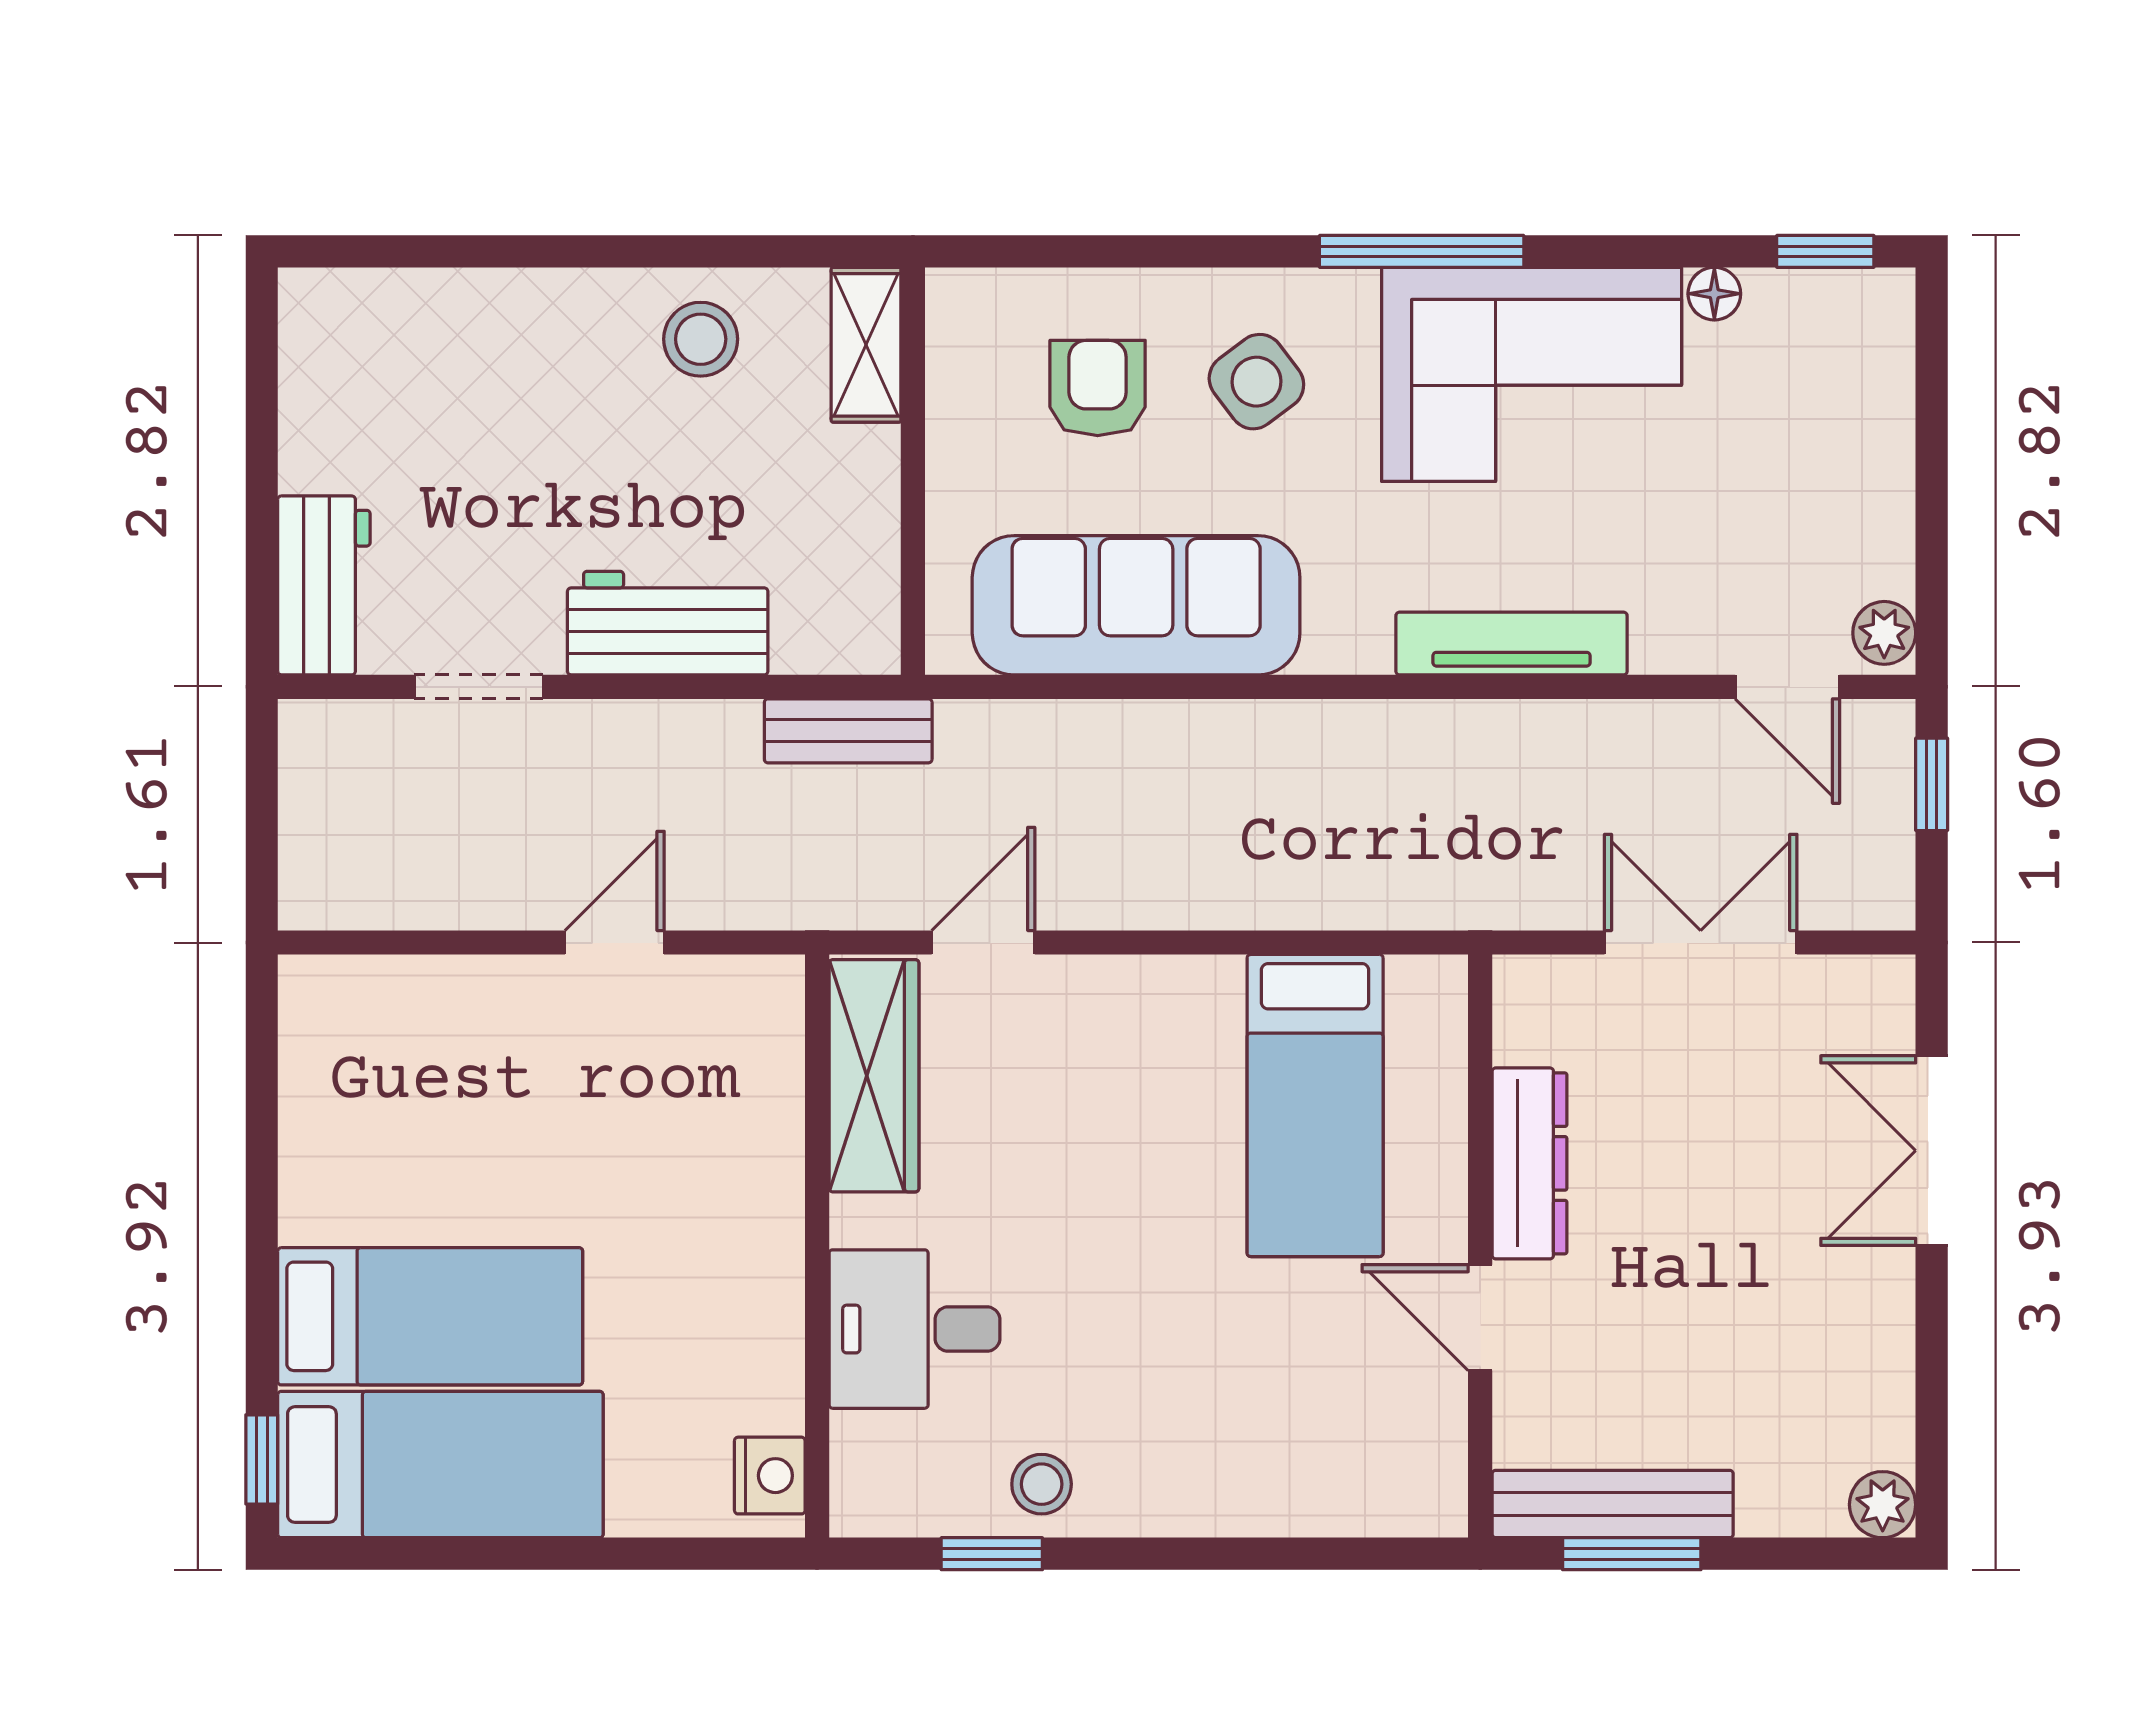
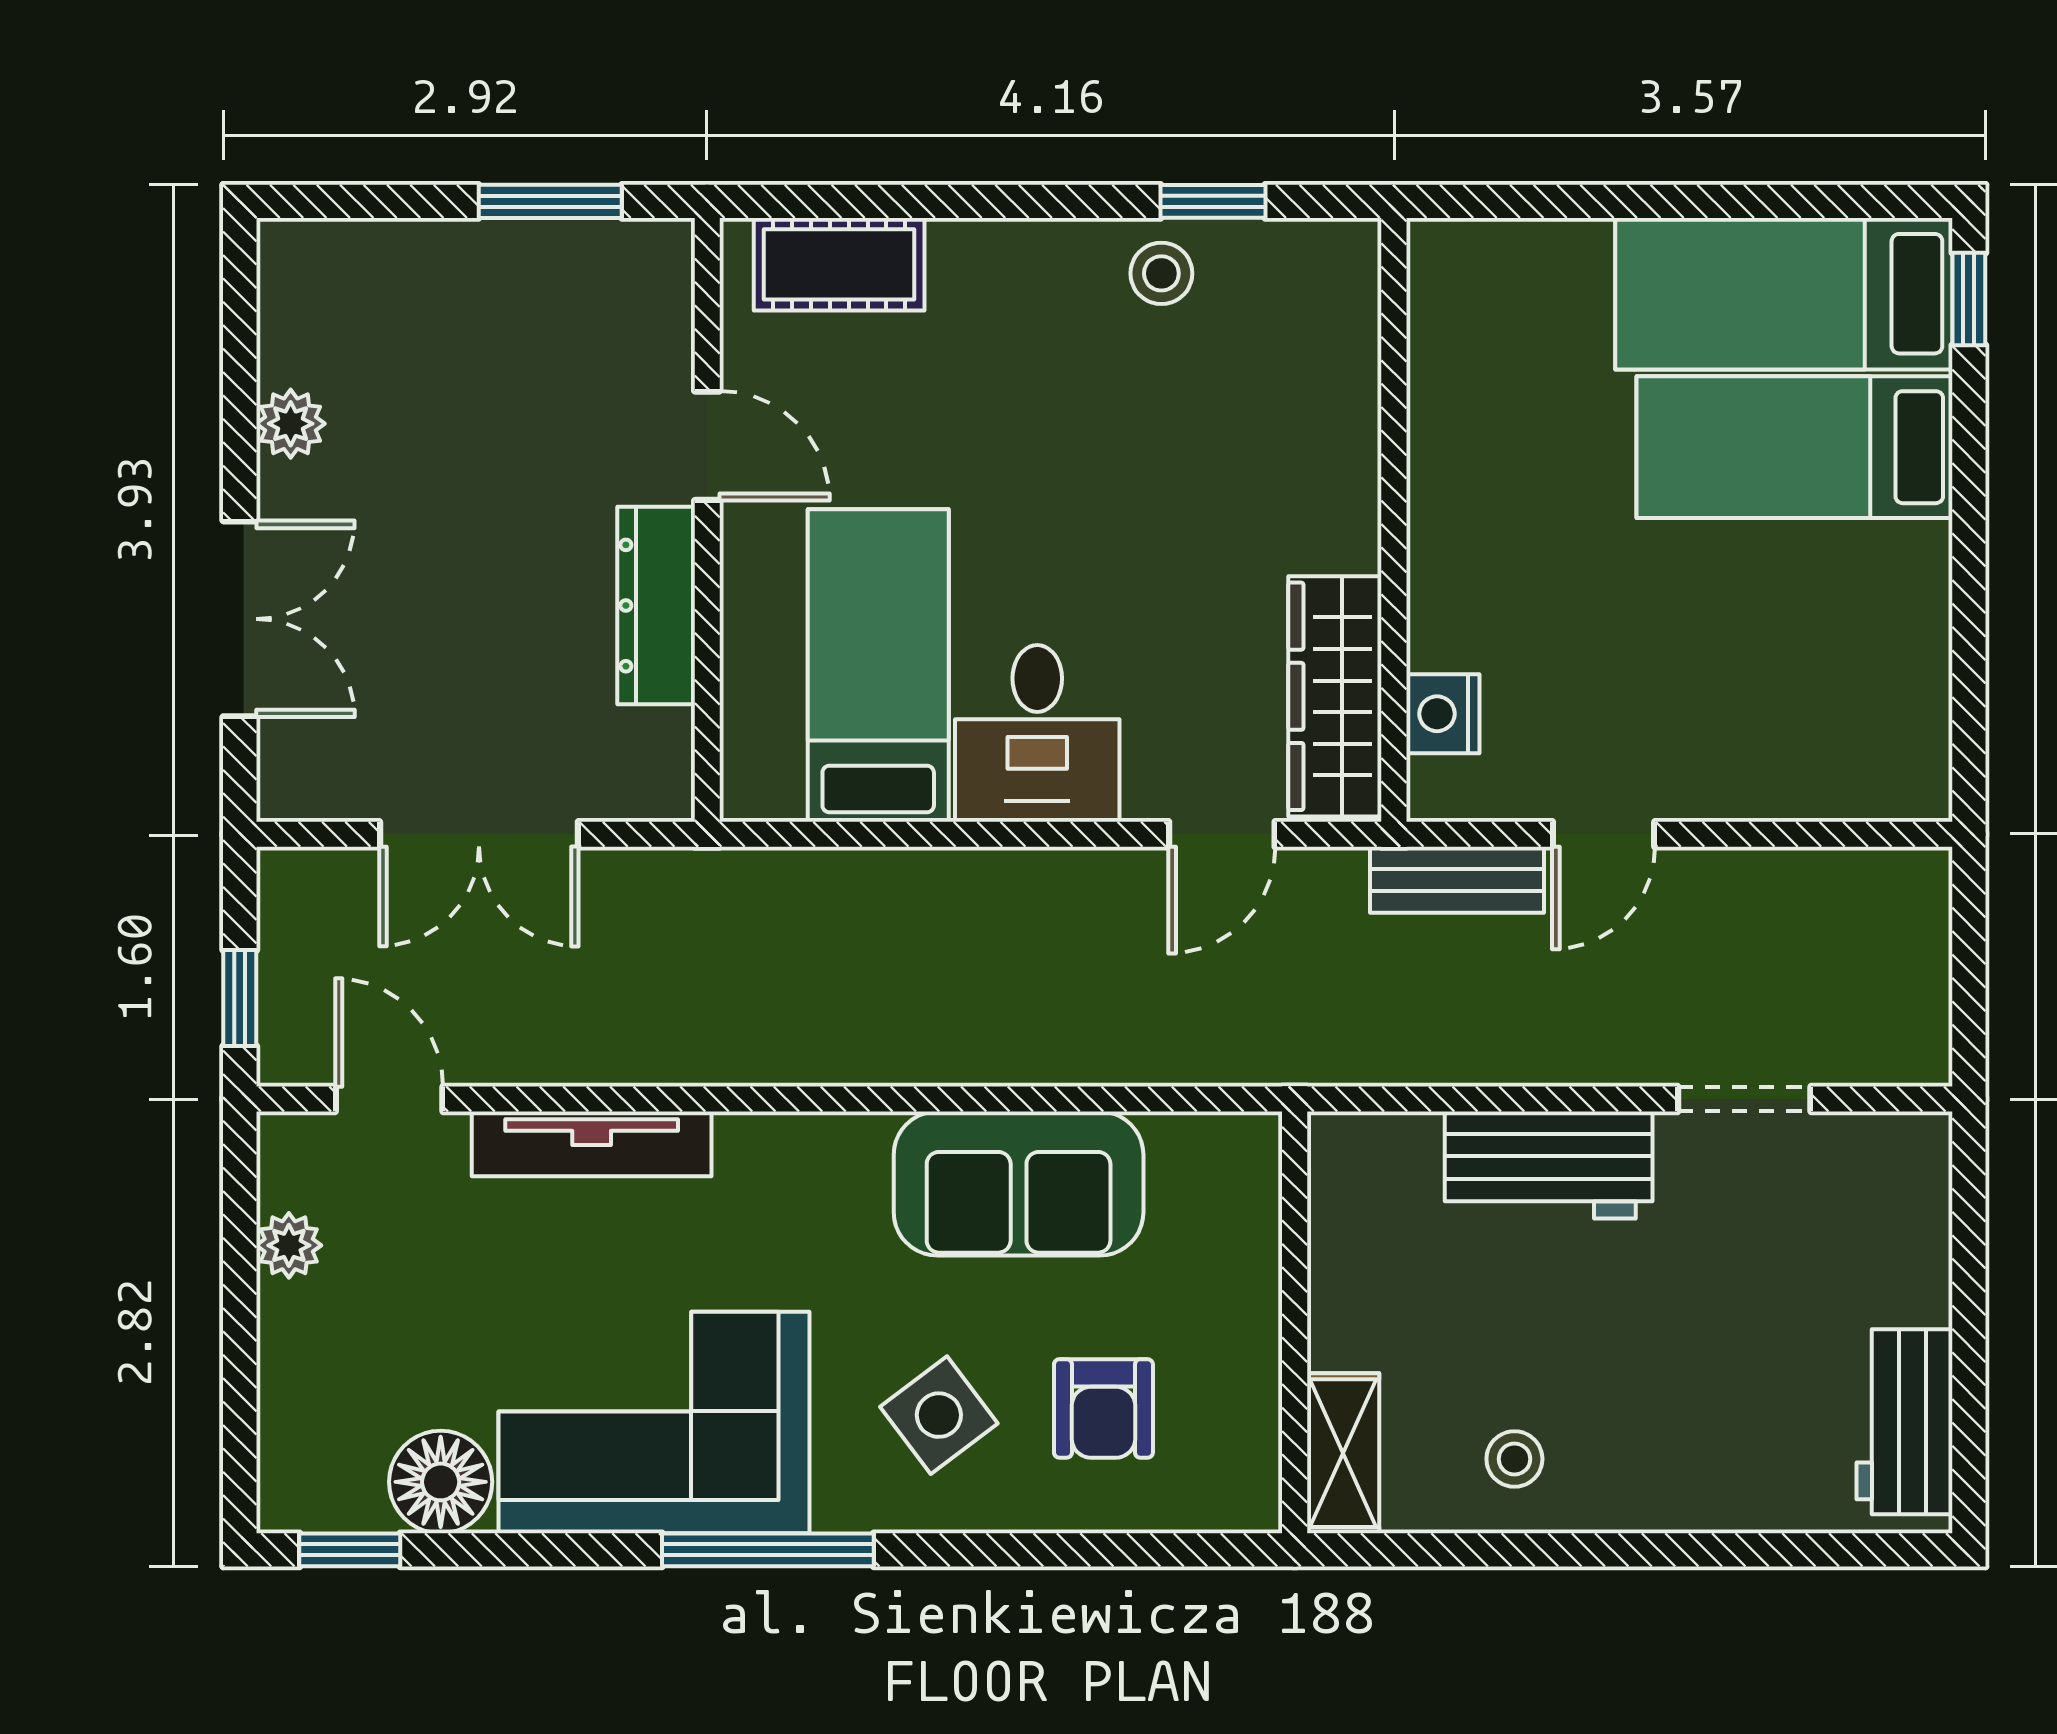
floor lamp: (1714, 294) -> (441, 1482), width x1.89, depth x1.89
stool: (701, 339) -> (1514, 1459), width x0.73, depth x0.73
workbench: (324, 585) -> (1904, 1422), moved
sofa: (1136, 605) -> (1019, 1184), width x0.73
plant: (1884, 633) -> (289, 1245), moved
tv unit: (1512, 644) -> (592, 1144), moved
bench: (848, 731) -> (1457, 880), moved
desk: (914, 1329) -> (1037, 733), moved, turned 90
nightstand: (770, 1476) -> (1443, 714), moved
cot: (1353, 1493) -> (839, 264), added
bench: (1613, 1504) -> (570, 253), removed
plant: (1883, 1505) -> (291, 424), moved

